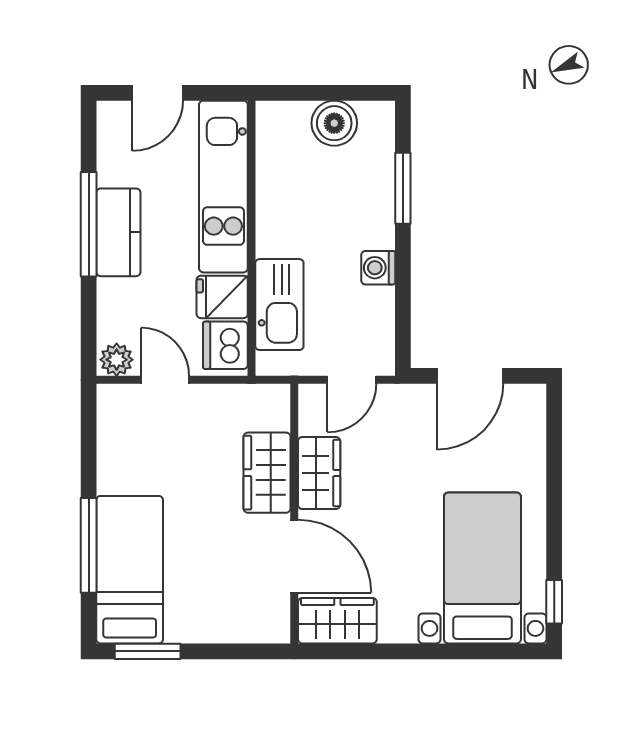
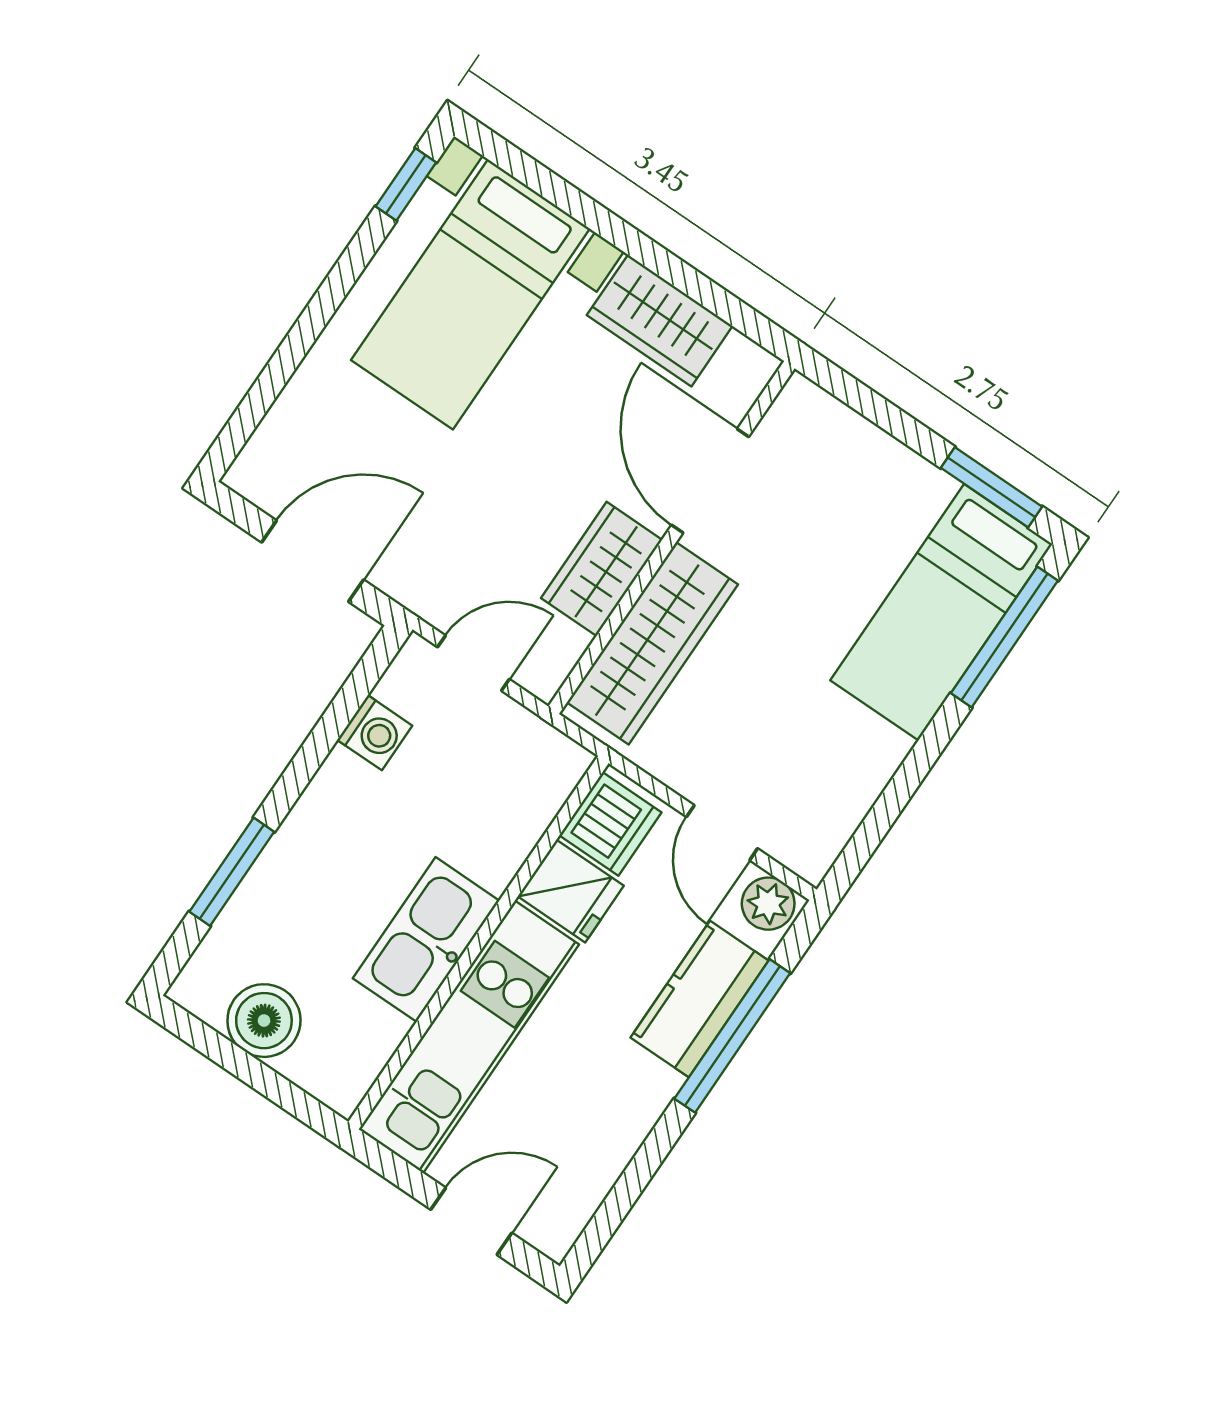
window: (89, 224) -> (732, 1036), moved
kitchen counter: (118, 232) -> (699, 999), moved
washing machine: (378, 268) -> (375, 733), moved
kitchen sink: (279, 305) -> (426, 939), moved
wardrobe: (267, 473) -> (652, 643), width x1.50
window: (89, 545) -> (1004, 637), moved
wardrobe: (337, 621) -> (660, 321), moved

